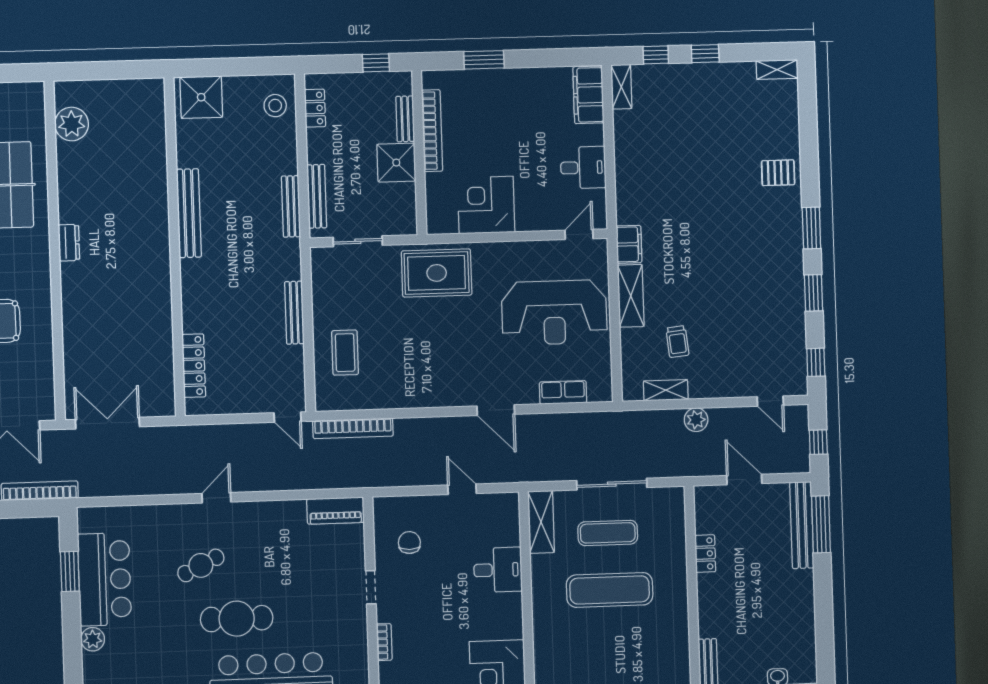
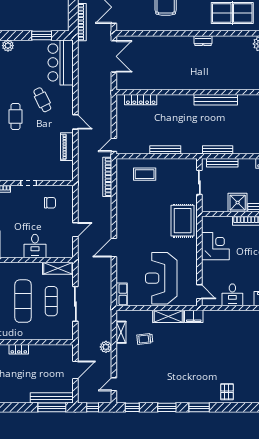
row of seats: (563, 392) -> (122, 294), moved
door: (216, 498) -> (75, 122), moved
piano: (335, 511) -> (67, 147), moved
locker: (705, 554) -> (19, 349), moved
bar counter: (105, 579) -> (61, 62), moved, turned 90
cafe table: (237, 619) -> (16, 116), width x0.73, depth x0.74

